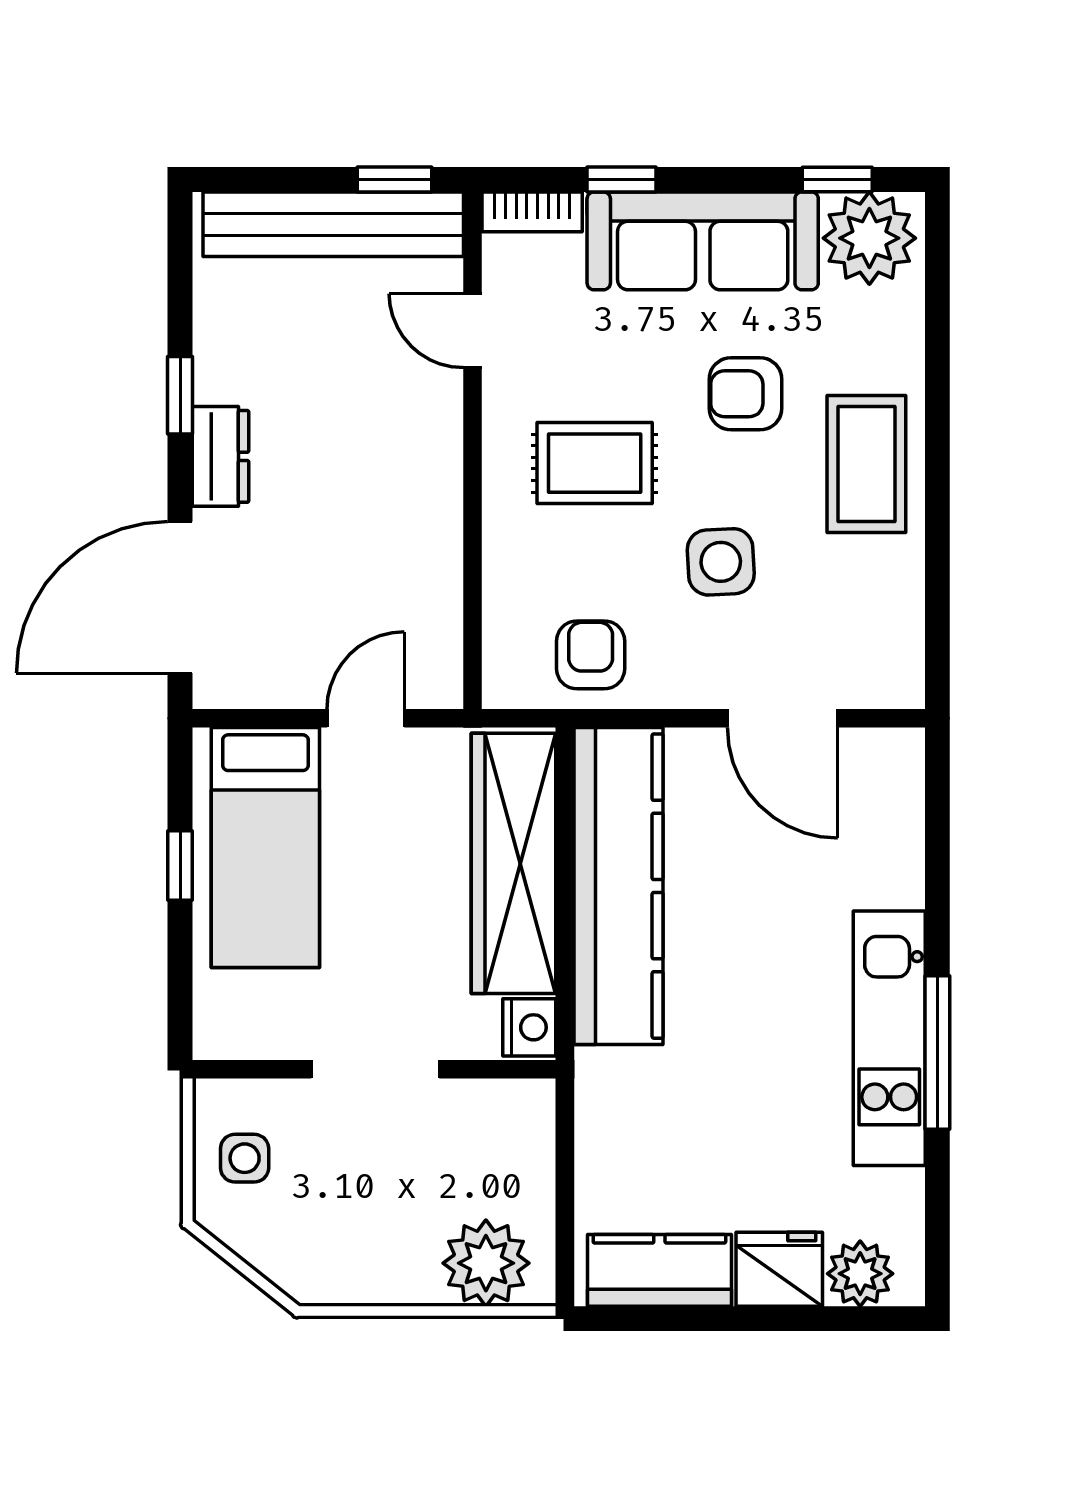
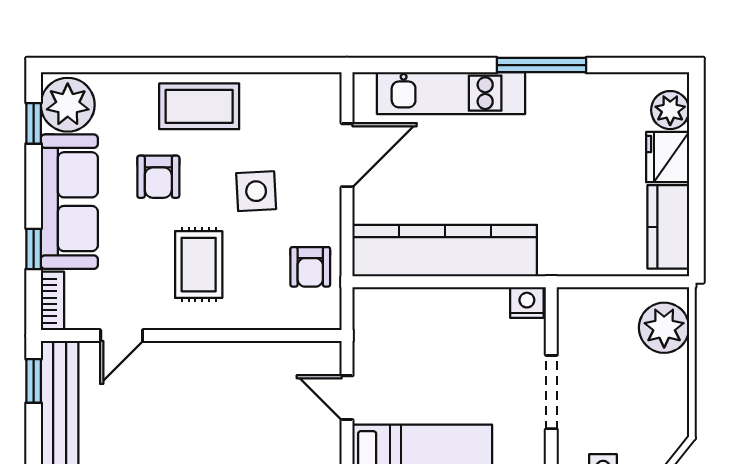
armchair: (591, 655) -> (310, 267), turned -90
wardrobe: (513, 863) -> (432, 312), removed
kitchen unit: (889, 1038) -> (451, 93), moved

